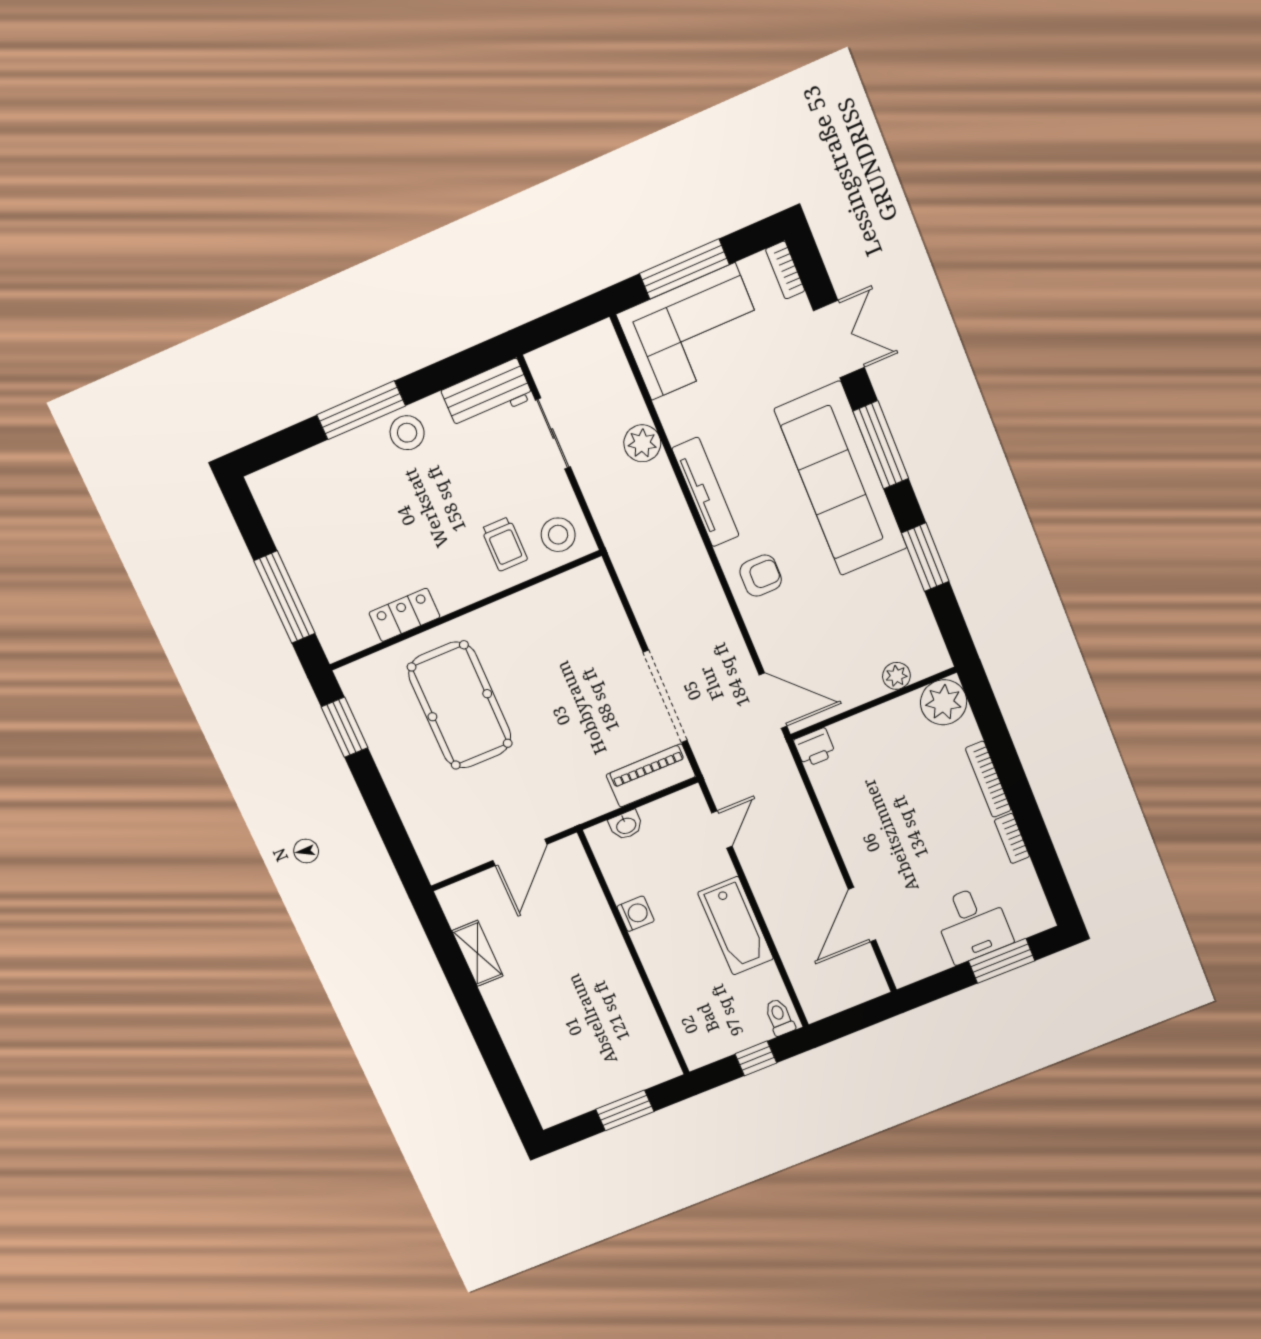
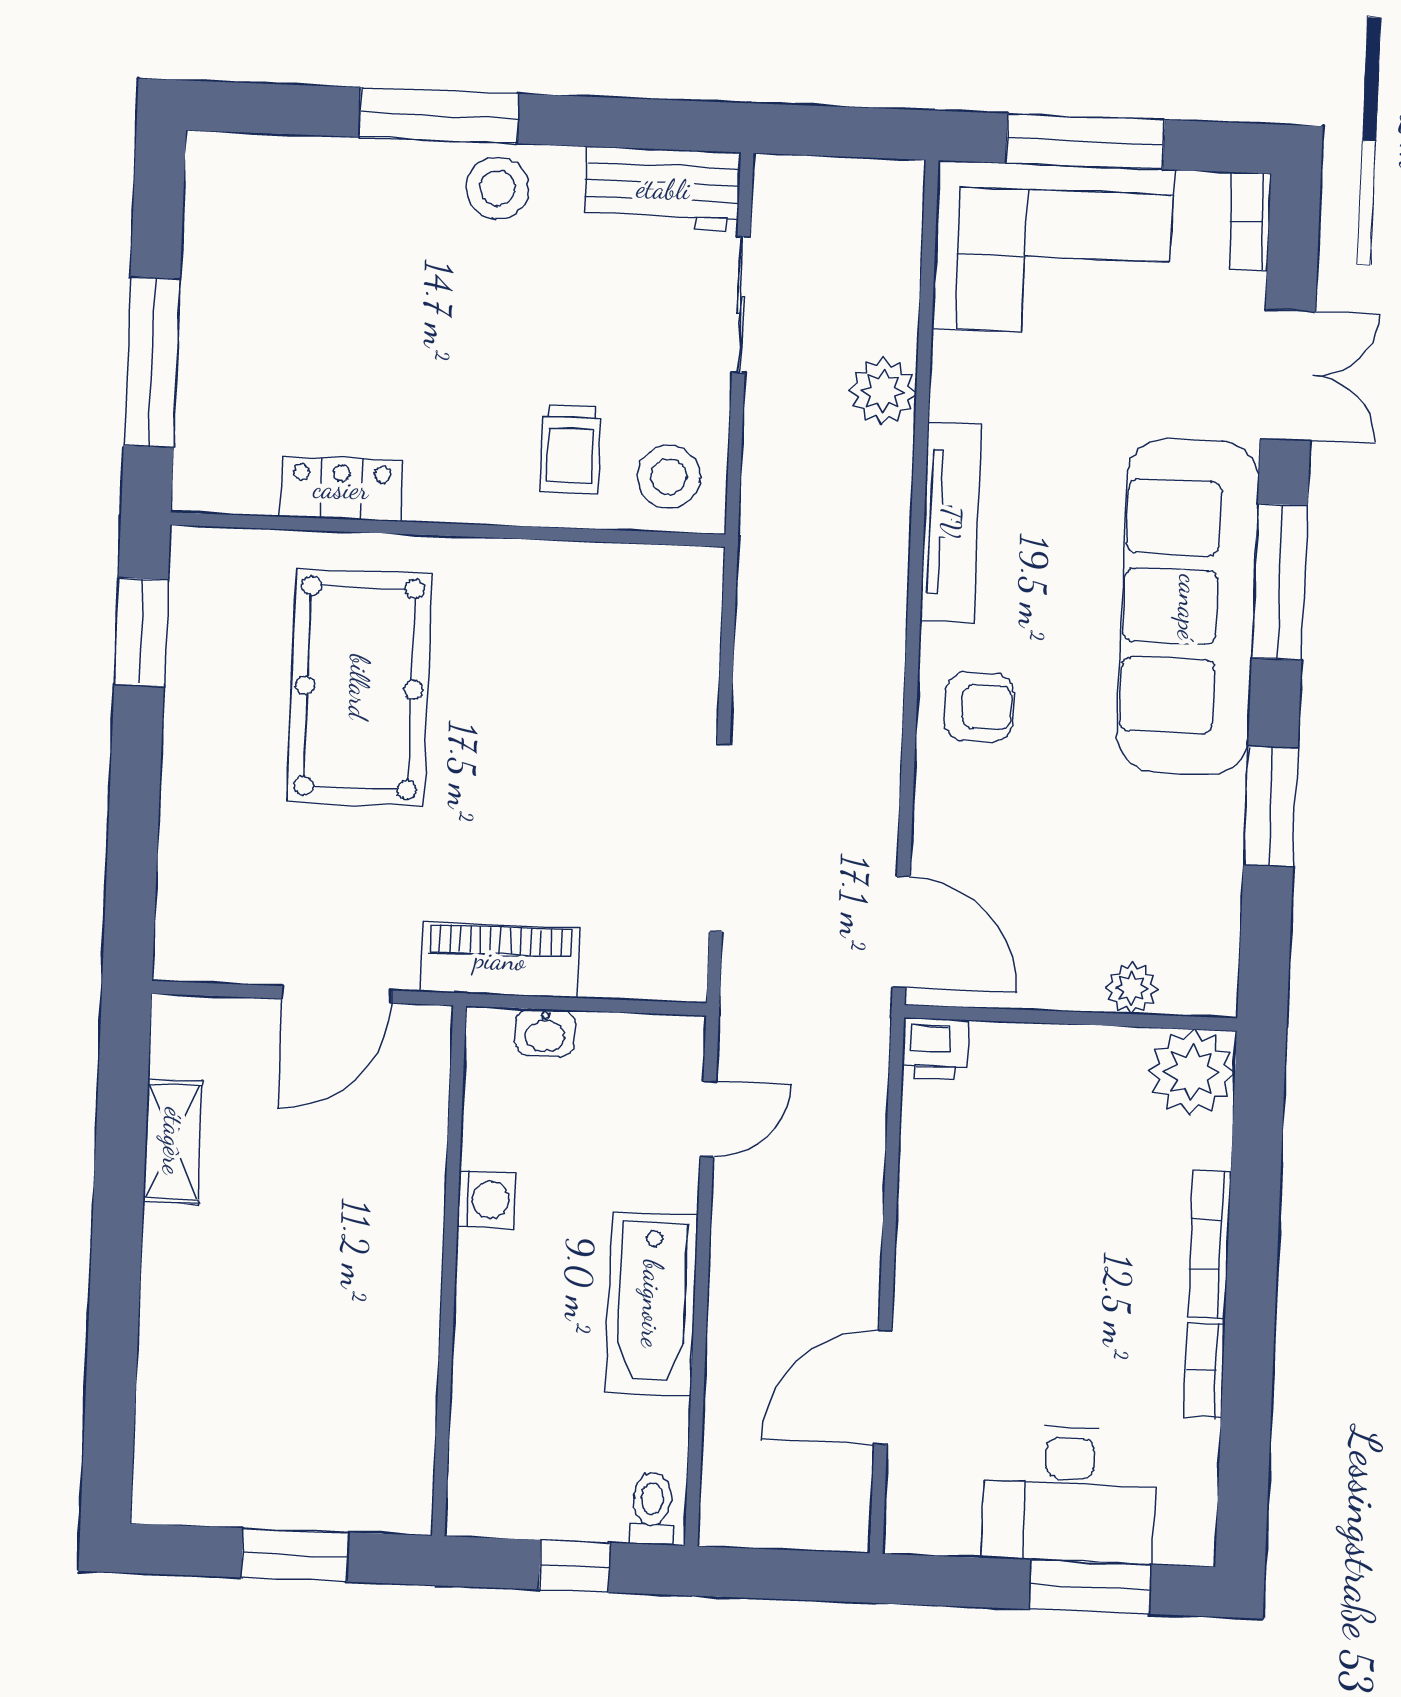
piano: (651, 776) -> (500, 960), moved
desk: (973, 924) -> (1069, 1494), width x1.37

